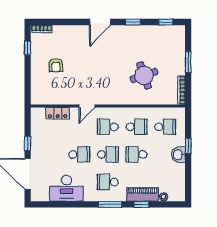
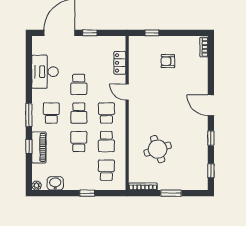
window: (28, 48) -> (152, 33), moved
school desk: (165, 127) -> (106, 170), turned 180
washbasin: (178, 155) -> (55, 183), moved
plant: (164, 197) -> (37, 186), moved

